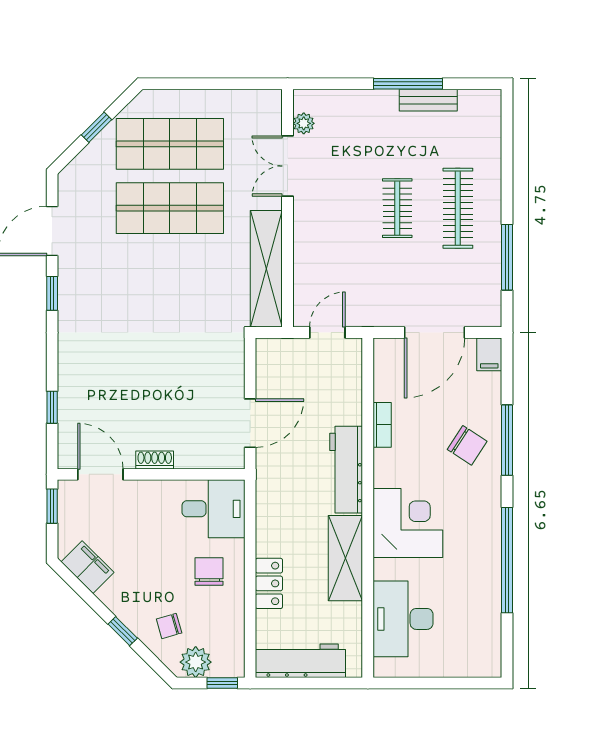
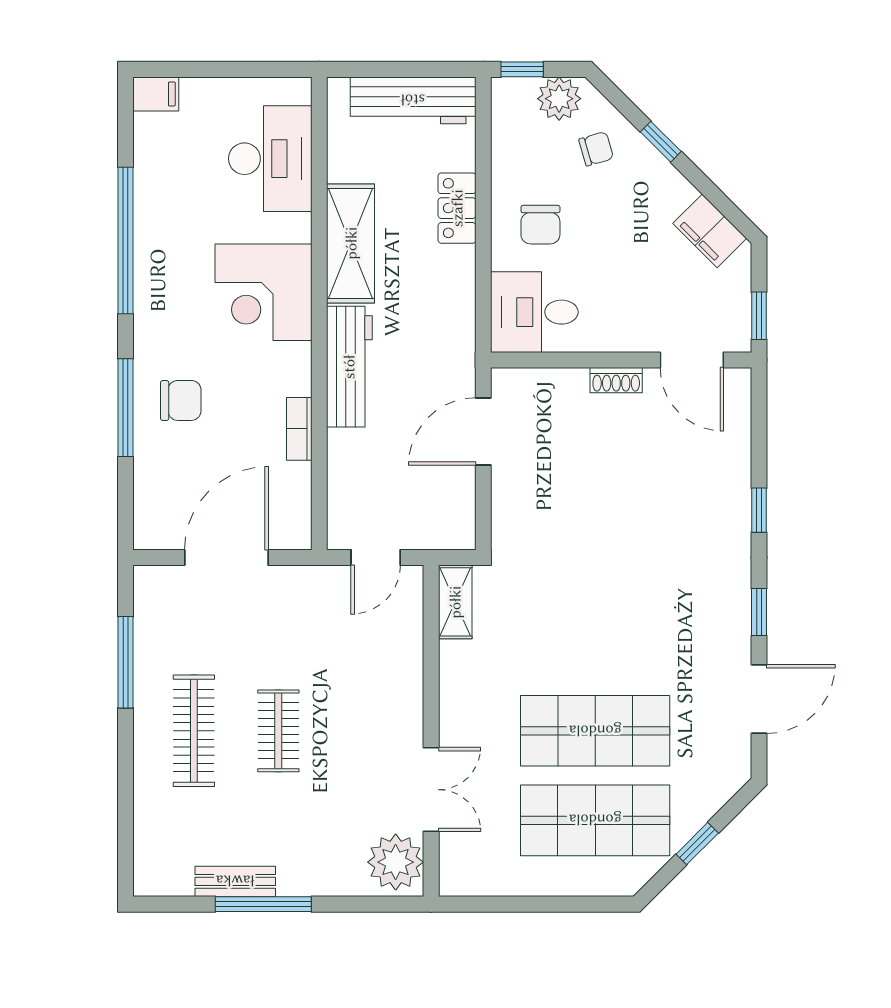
plant: (304, 123) -> (396, 862), width x1.87, depth x1.87
shelving: (266, 269) -> (455, 602), width x0.45, depth x0.75
filing cabinet: (489, 354) -> (156, 94), moved, turned 90
window: (52, 407) -> (759, 510), moved
chair: (467, 445) -> (181, 400), turned 147

